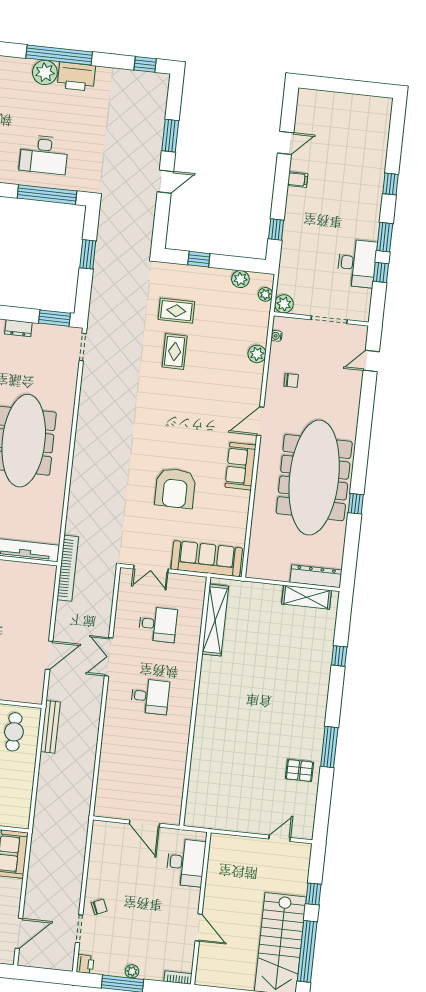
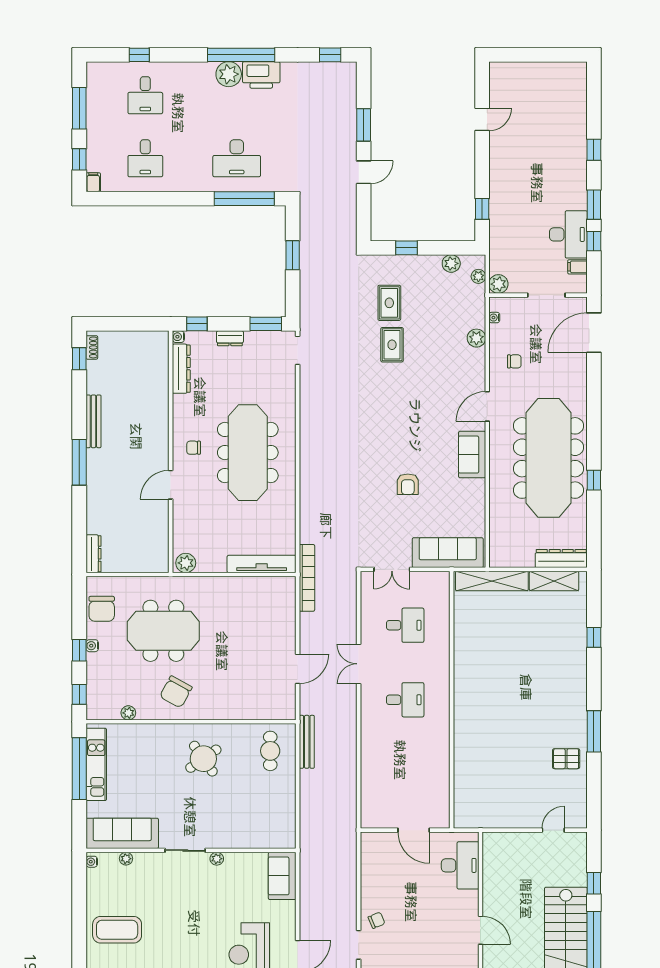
filing cabinet: (298, 180) -> (577, 267), moved, turned 180
rug: (176, 311) -> (389, 303), turned 90
door: (371, 361) -> (594, 333), width x1.88
armchair: (175, 488) -> (408, 484), width x0.53, depth x0.53
shelving: (215, 620) -> (492, 581), moved, turned 90

